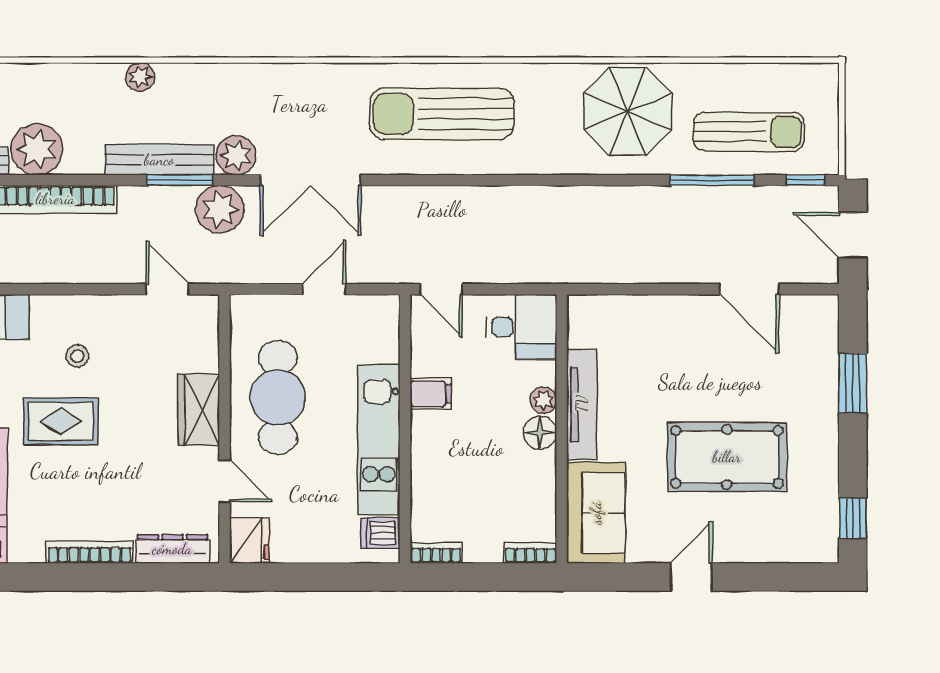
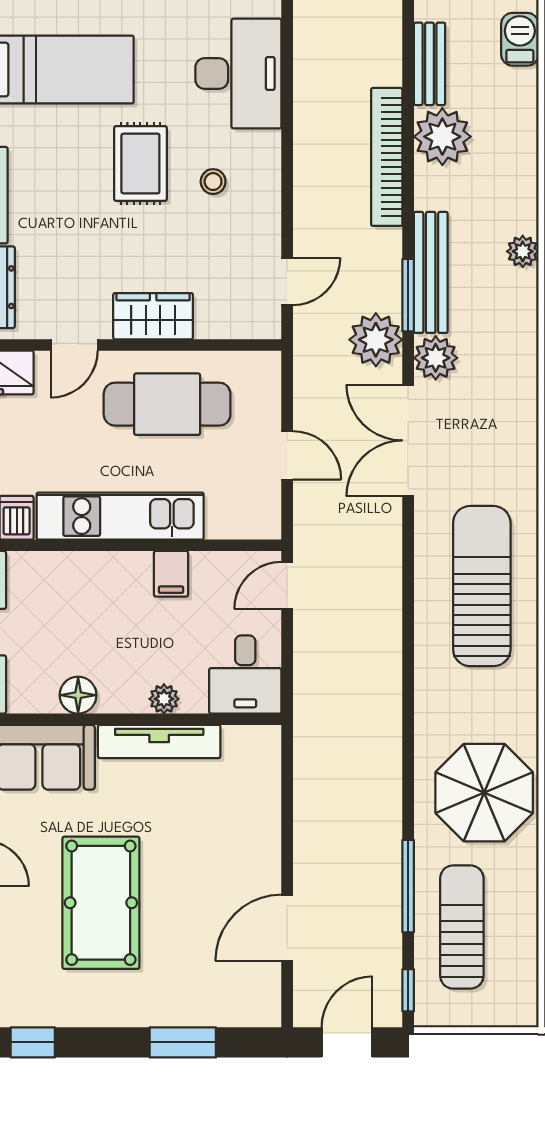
sun lounger: (749, 132) -> (462, 927), turned 180
floor lamp: (540, 433) -> (78, 695), moved

